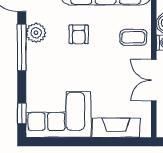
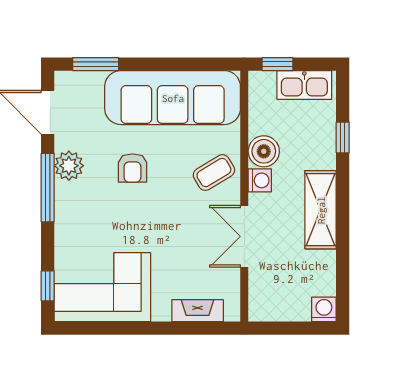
coffee table: (133, 37) -> (214, 173), turned -31
fireplace: (116, 128) -> (198, 311), width x0.73, depth x0.76

